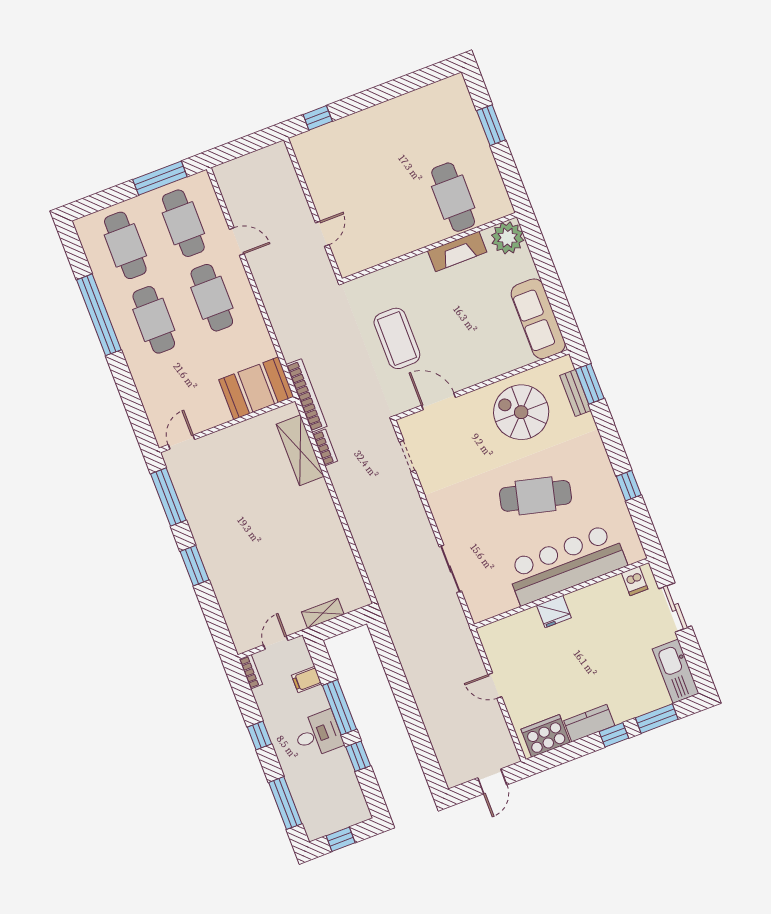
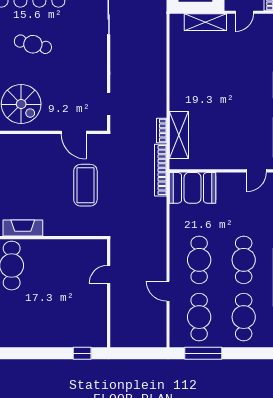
cafe table: (536, 496) -> (33, 44), width x0.73, depth x0.74
shelving: (323, 613) -> (205, 22), width x1.50, depth x1.33

